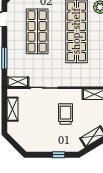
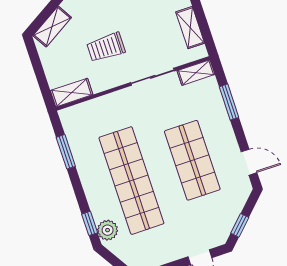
trolley: (66, 114) -> (106, 47), turned 90

